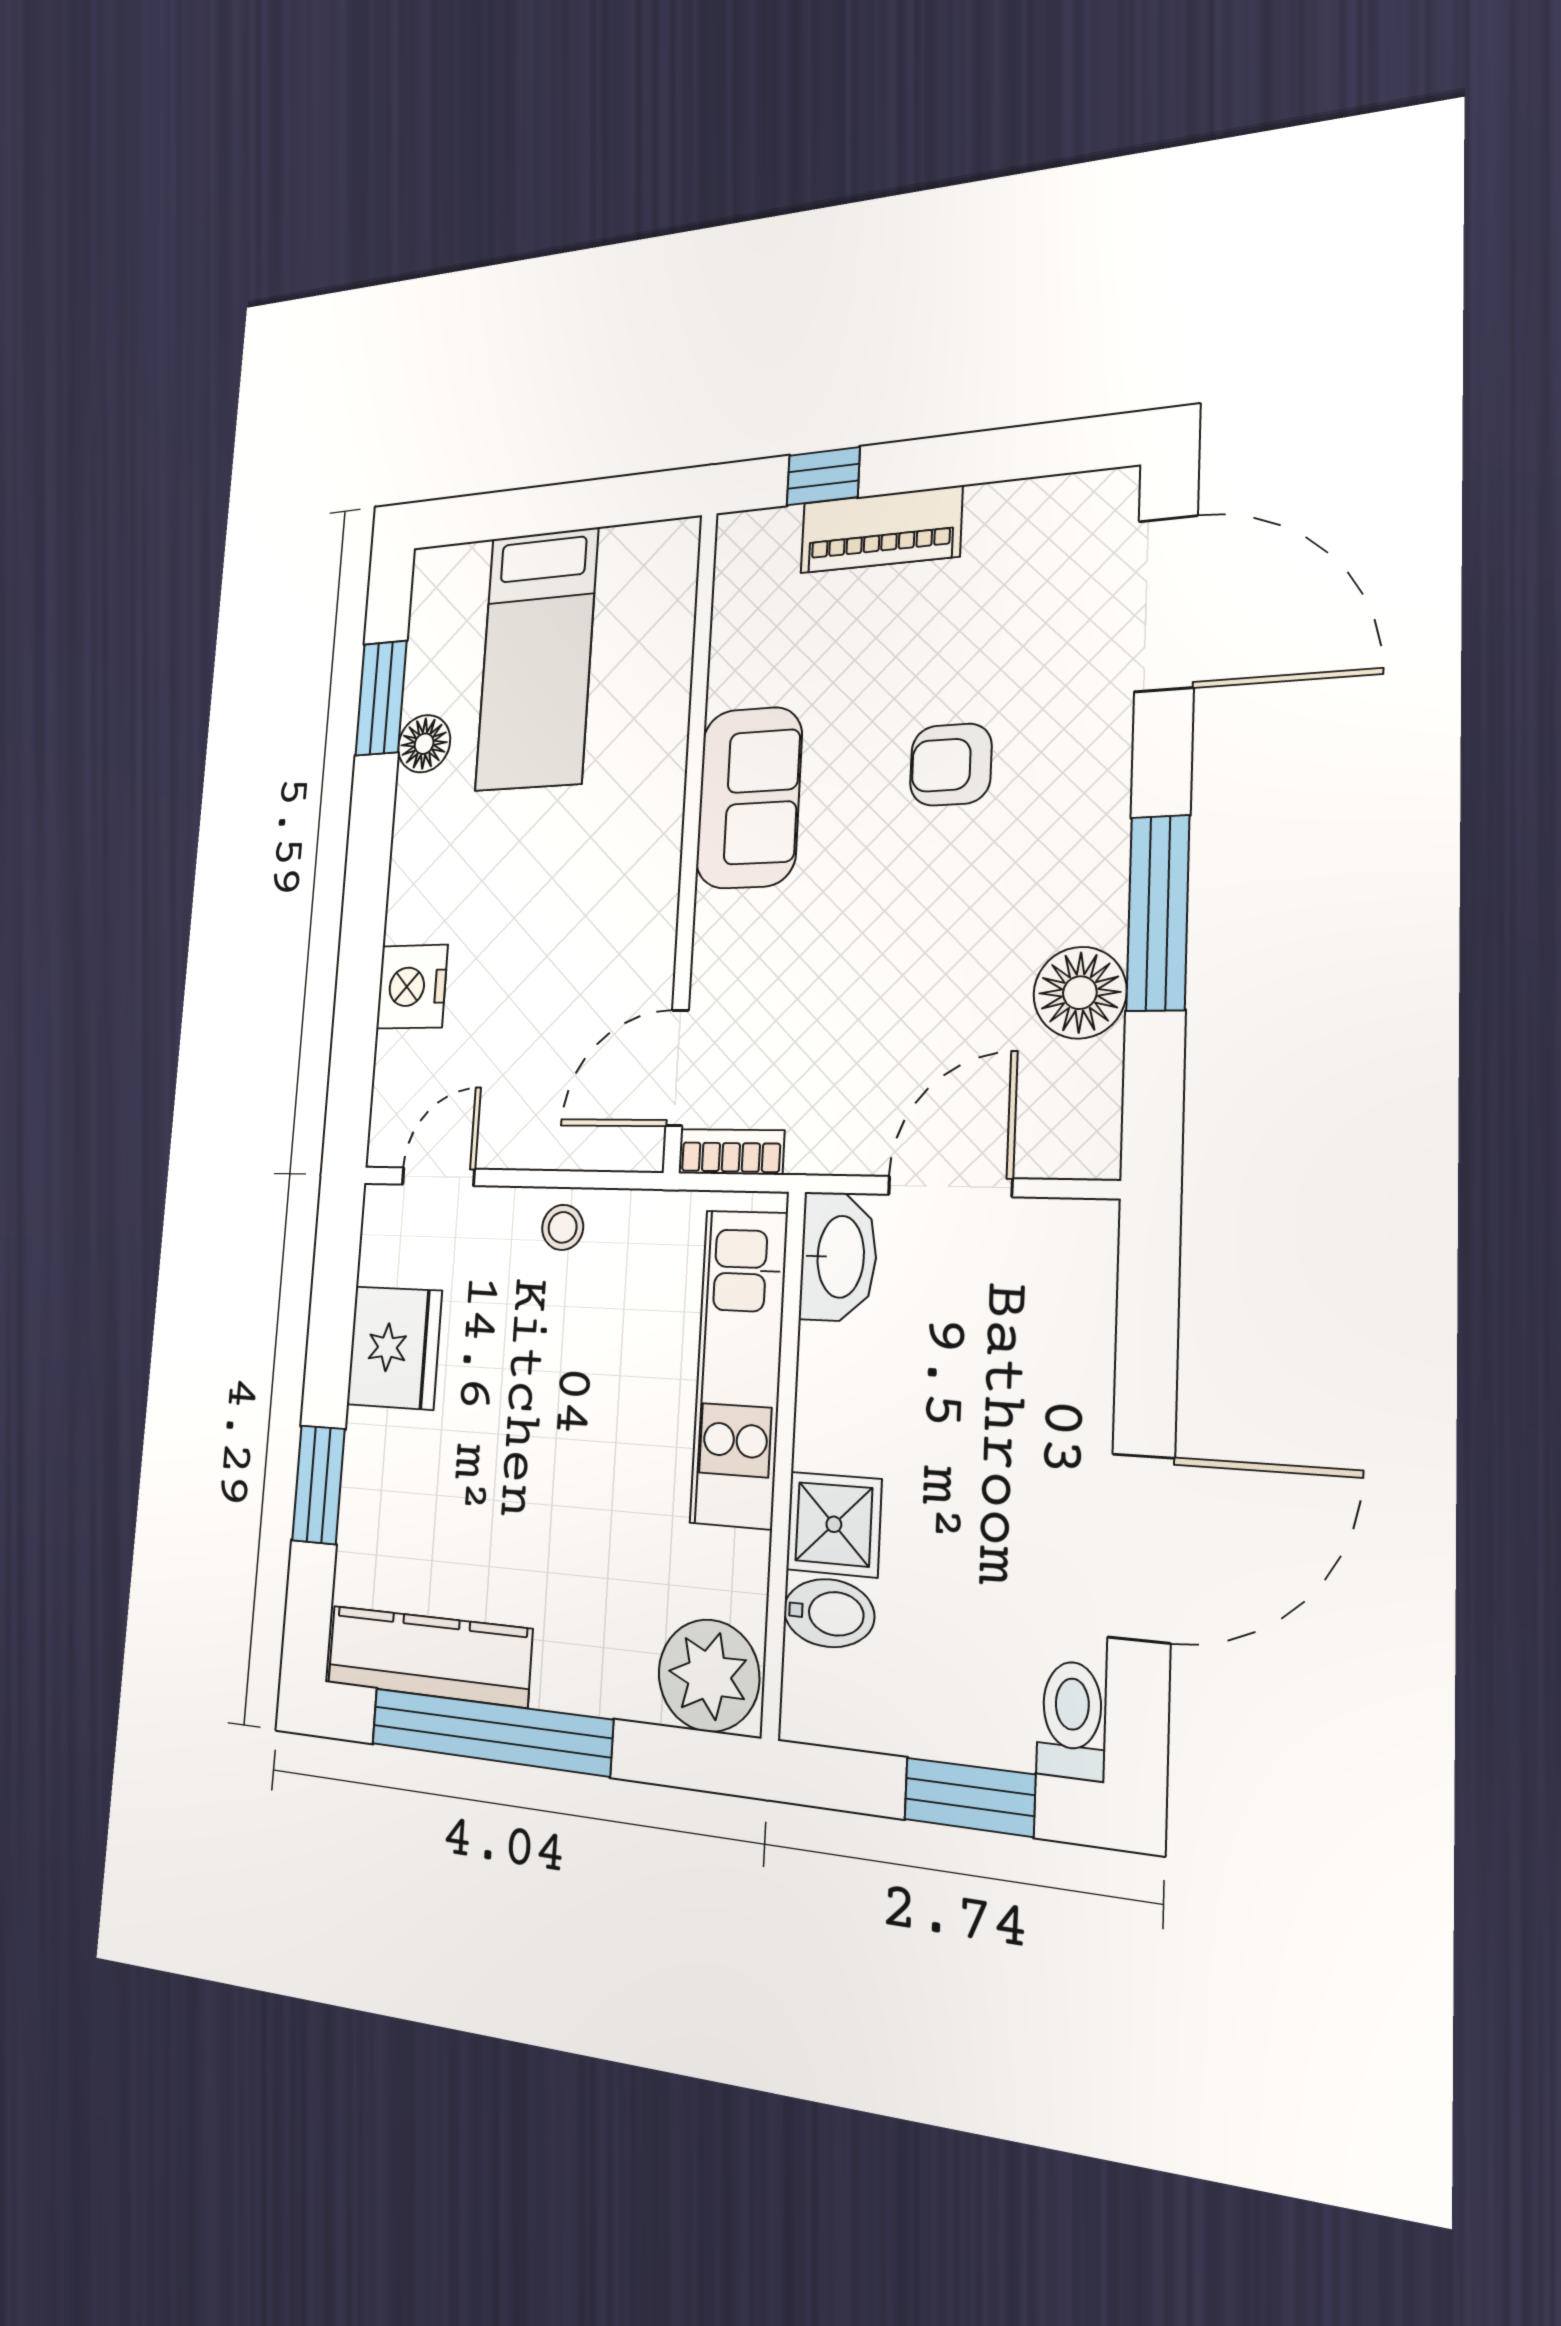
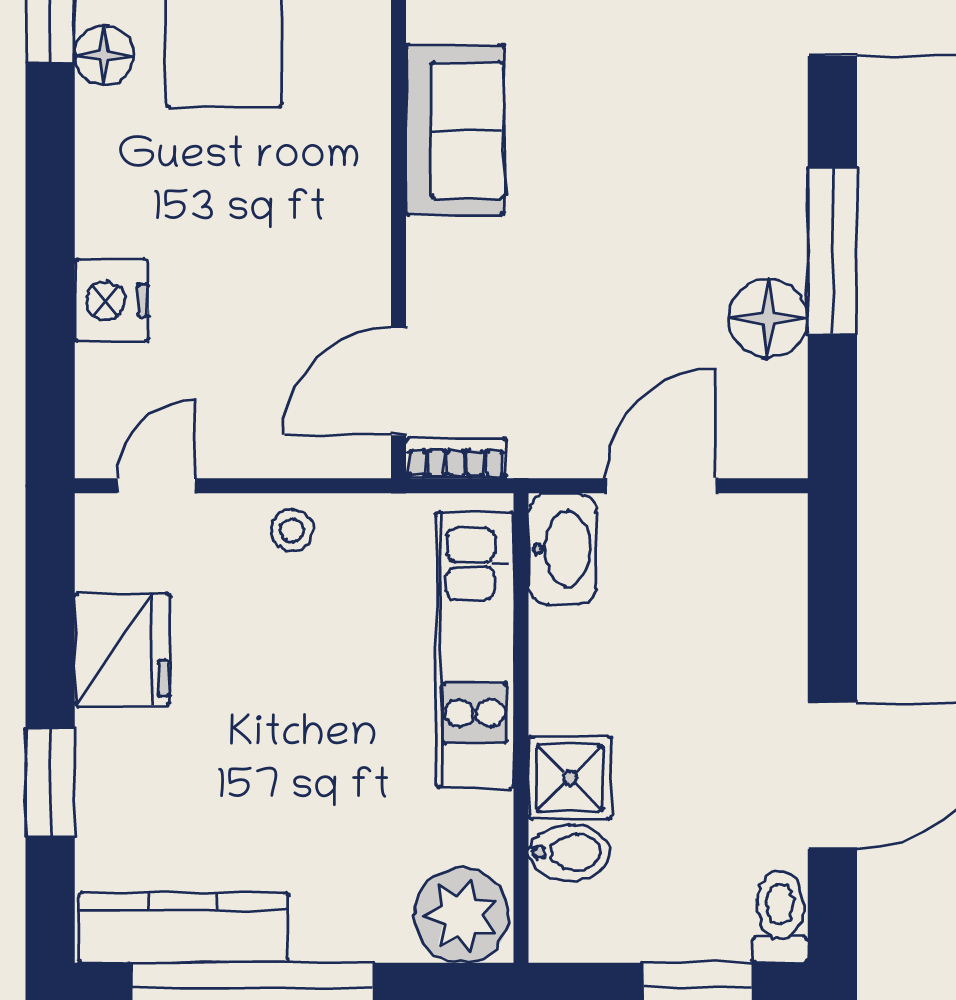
armchair: (951, 765) -> (646, 110), removed

